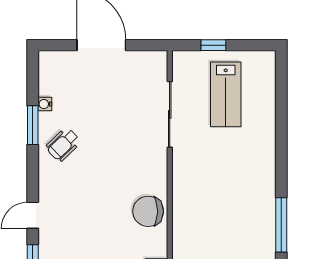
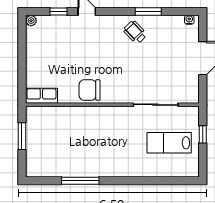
water cooler: (45, 104) -> (189, 20), moved
chair: (148, 211) -> (90, 90), turned -90

